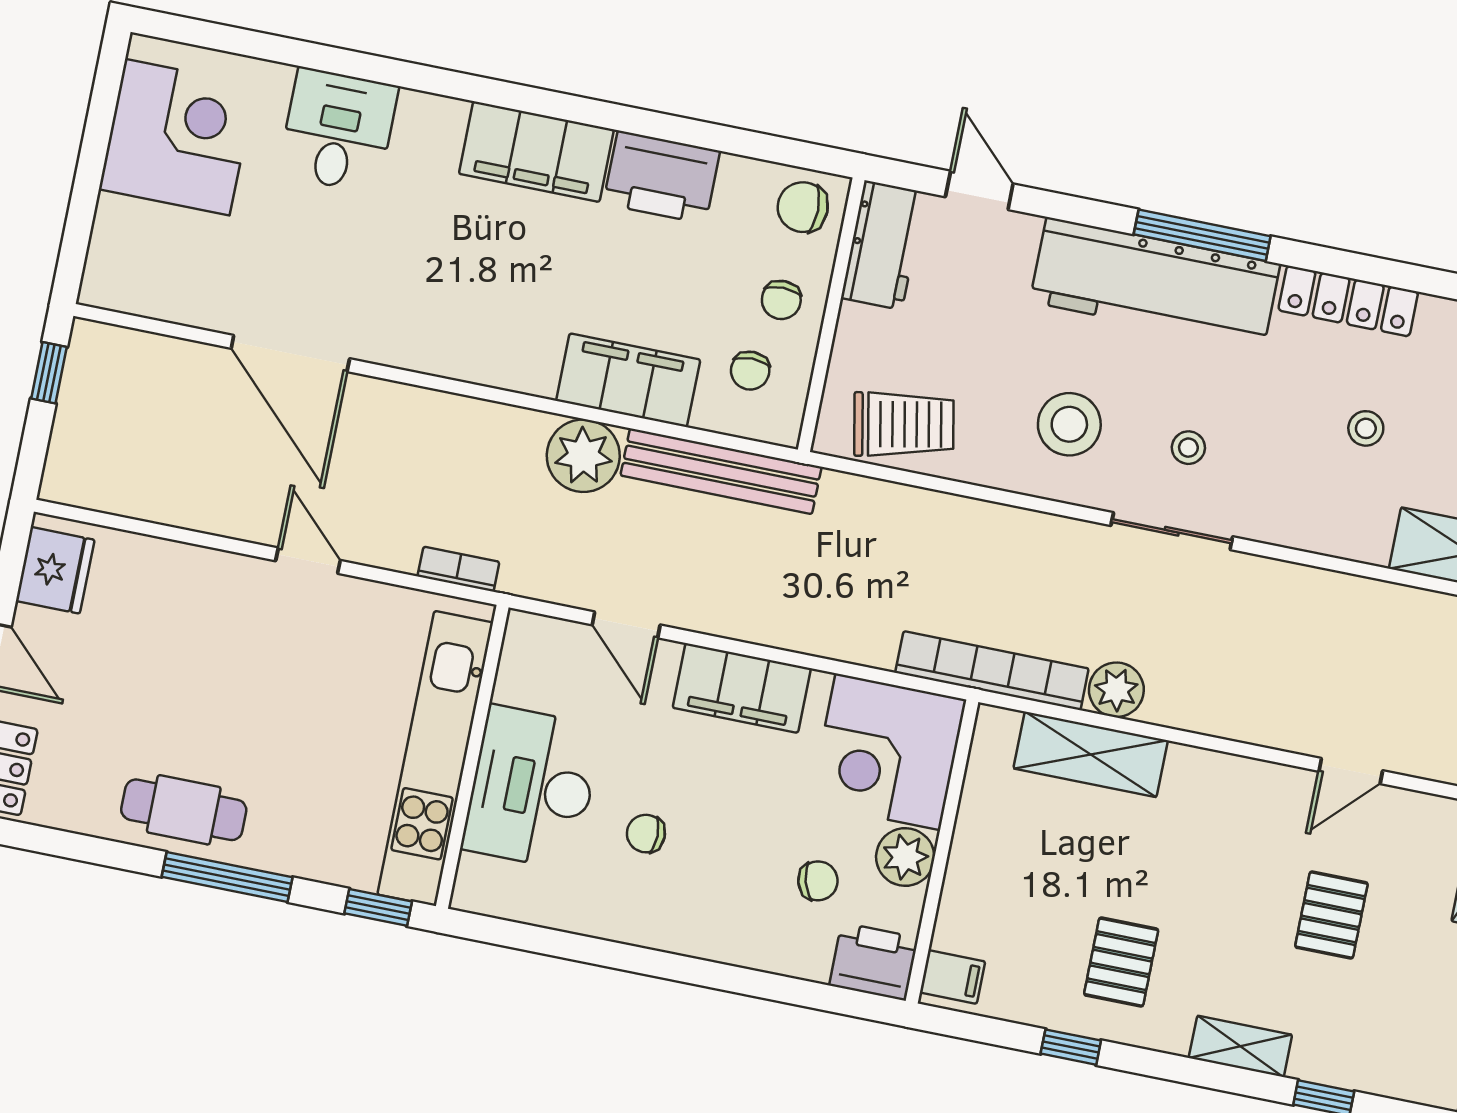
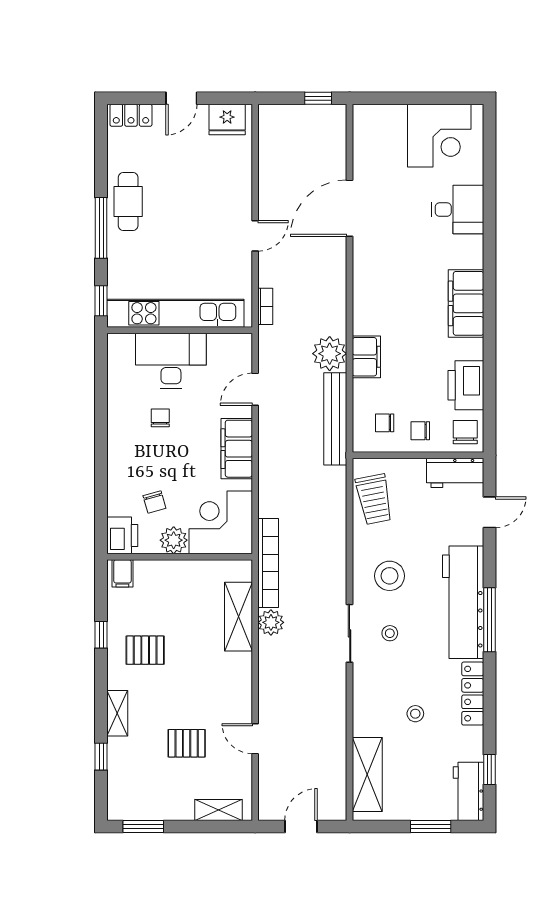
printer: (662, 177) -> (466, 385), moved
filing cabinet: (628, 380) -> (366, 357), width x0.67, depth x0.86

